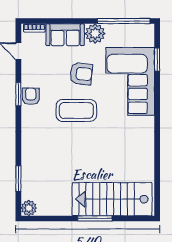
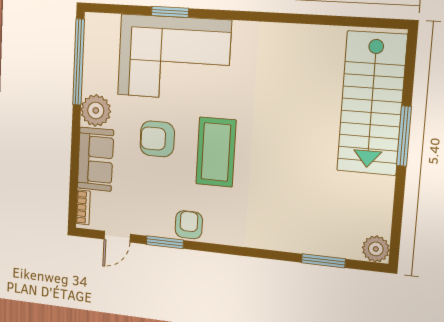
window: (157, 60) -> (170, 12), moved
armchair: (81, 74) -> (157, 139), turned -96
window: (18, 94) -> (165, 242), moved
armchair: (31, 96) -> (189, 225), turned 90

